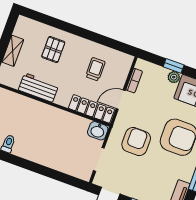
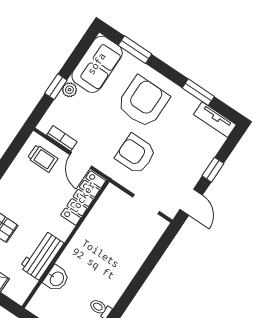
trolley: (95, 69) -> (43, 158), moved, turned 180
washbasin: (98, 131) -> (56, 279), moved

